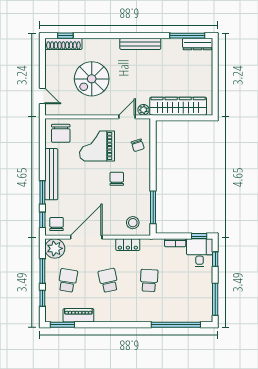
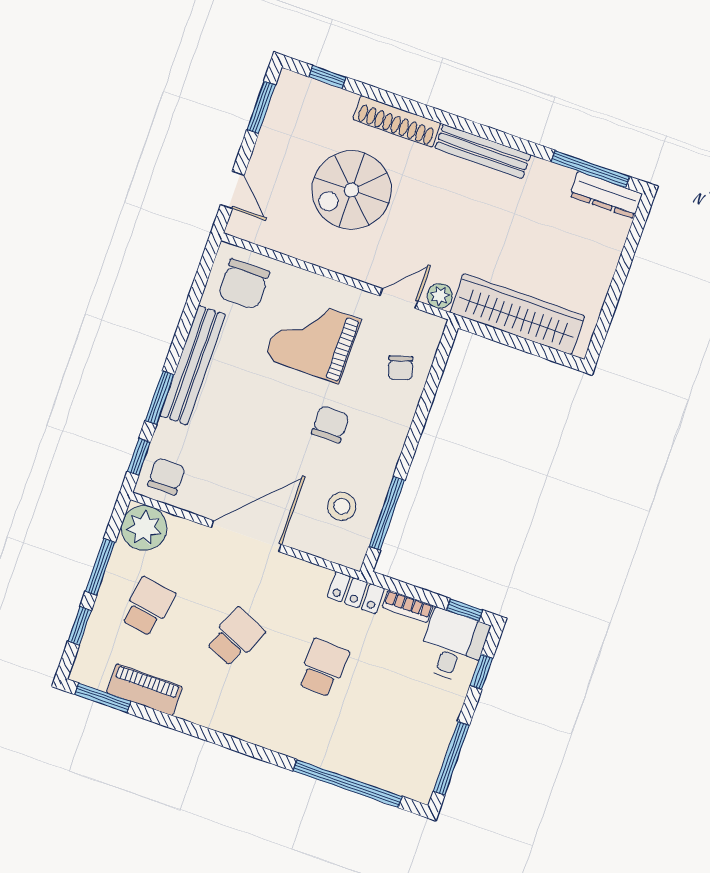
shoe rack: (63, 44) -> (397, 121), moved
window: (42, 58) -> (261, 107), added
stool: (133, 223) -> (342, 506), moved
door: (86, 237) -> (246, 536), moved
locker: (128, 245) -> (356, 593), moved
school desk: (108, 280) -> (235, 637), turned 36

